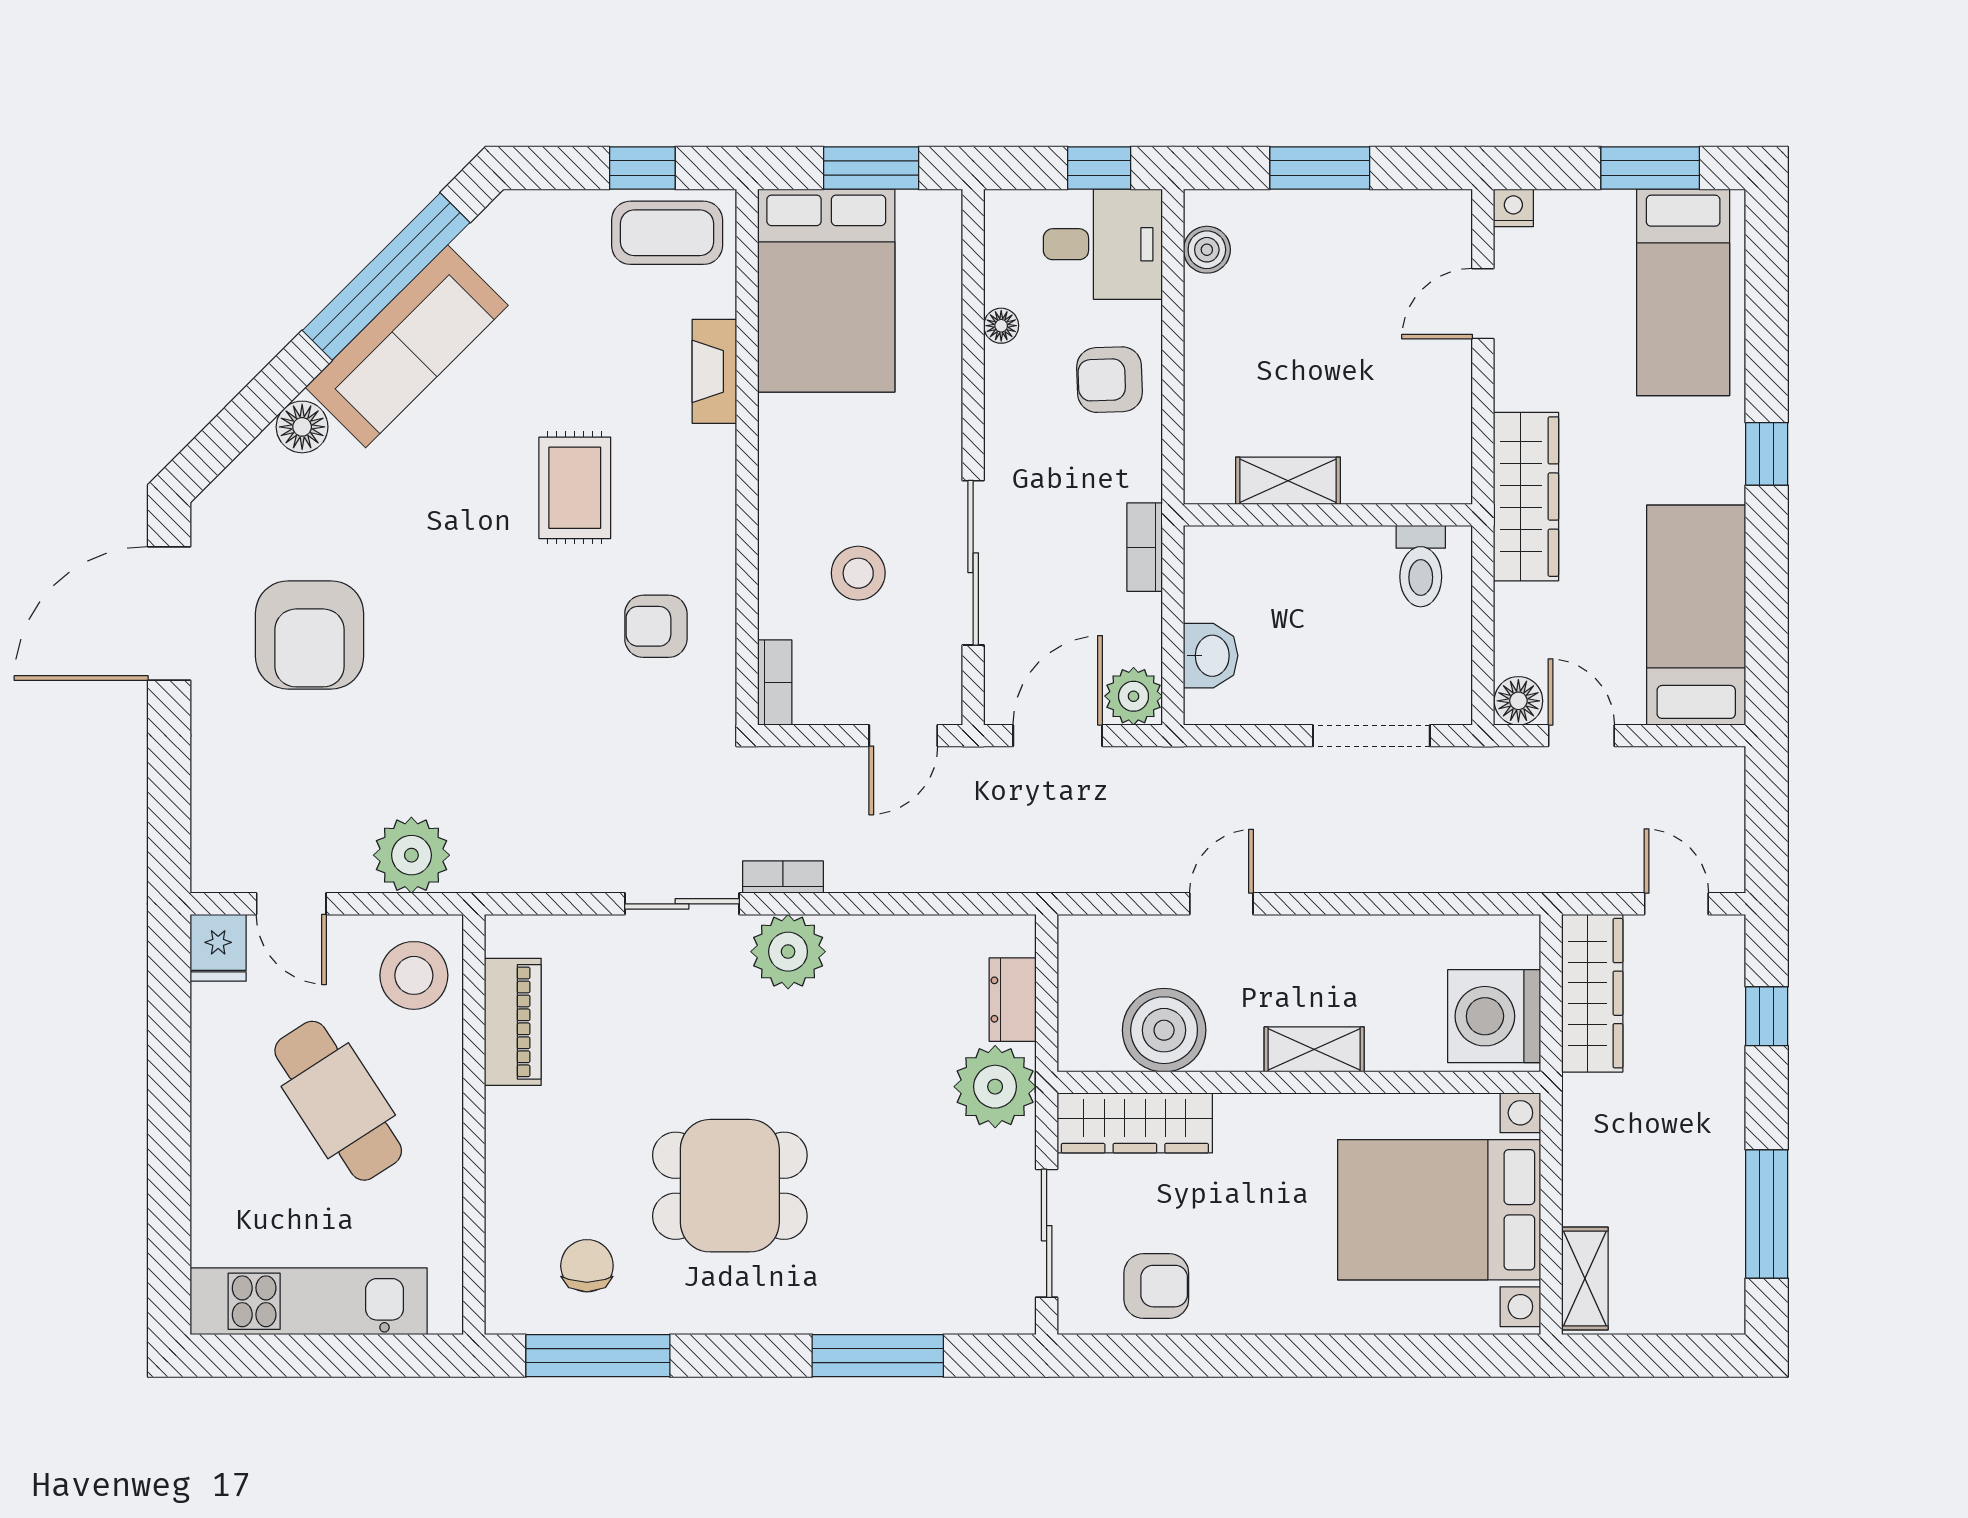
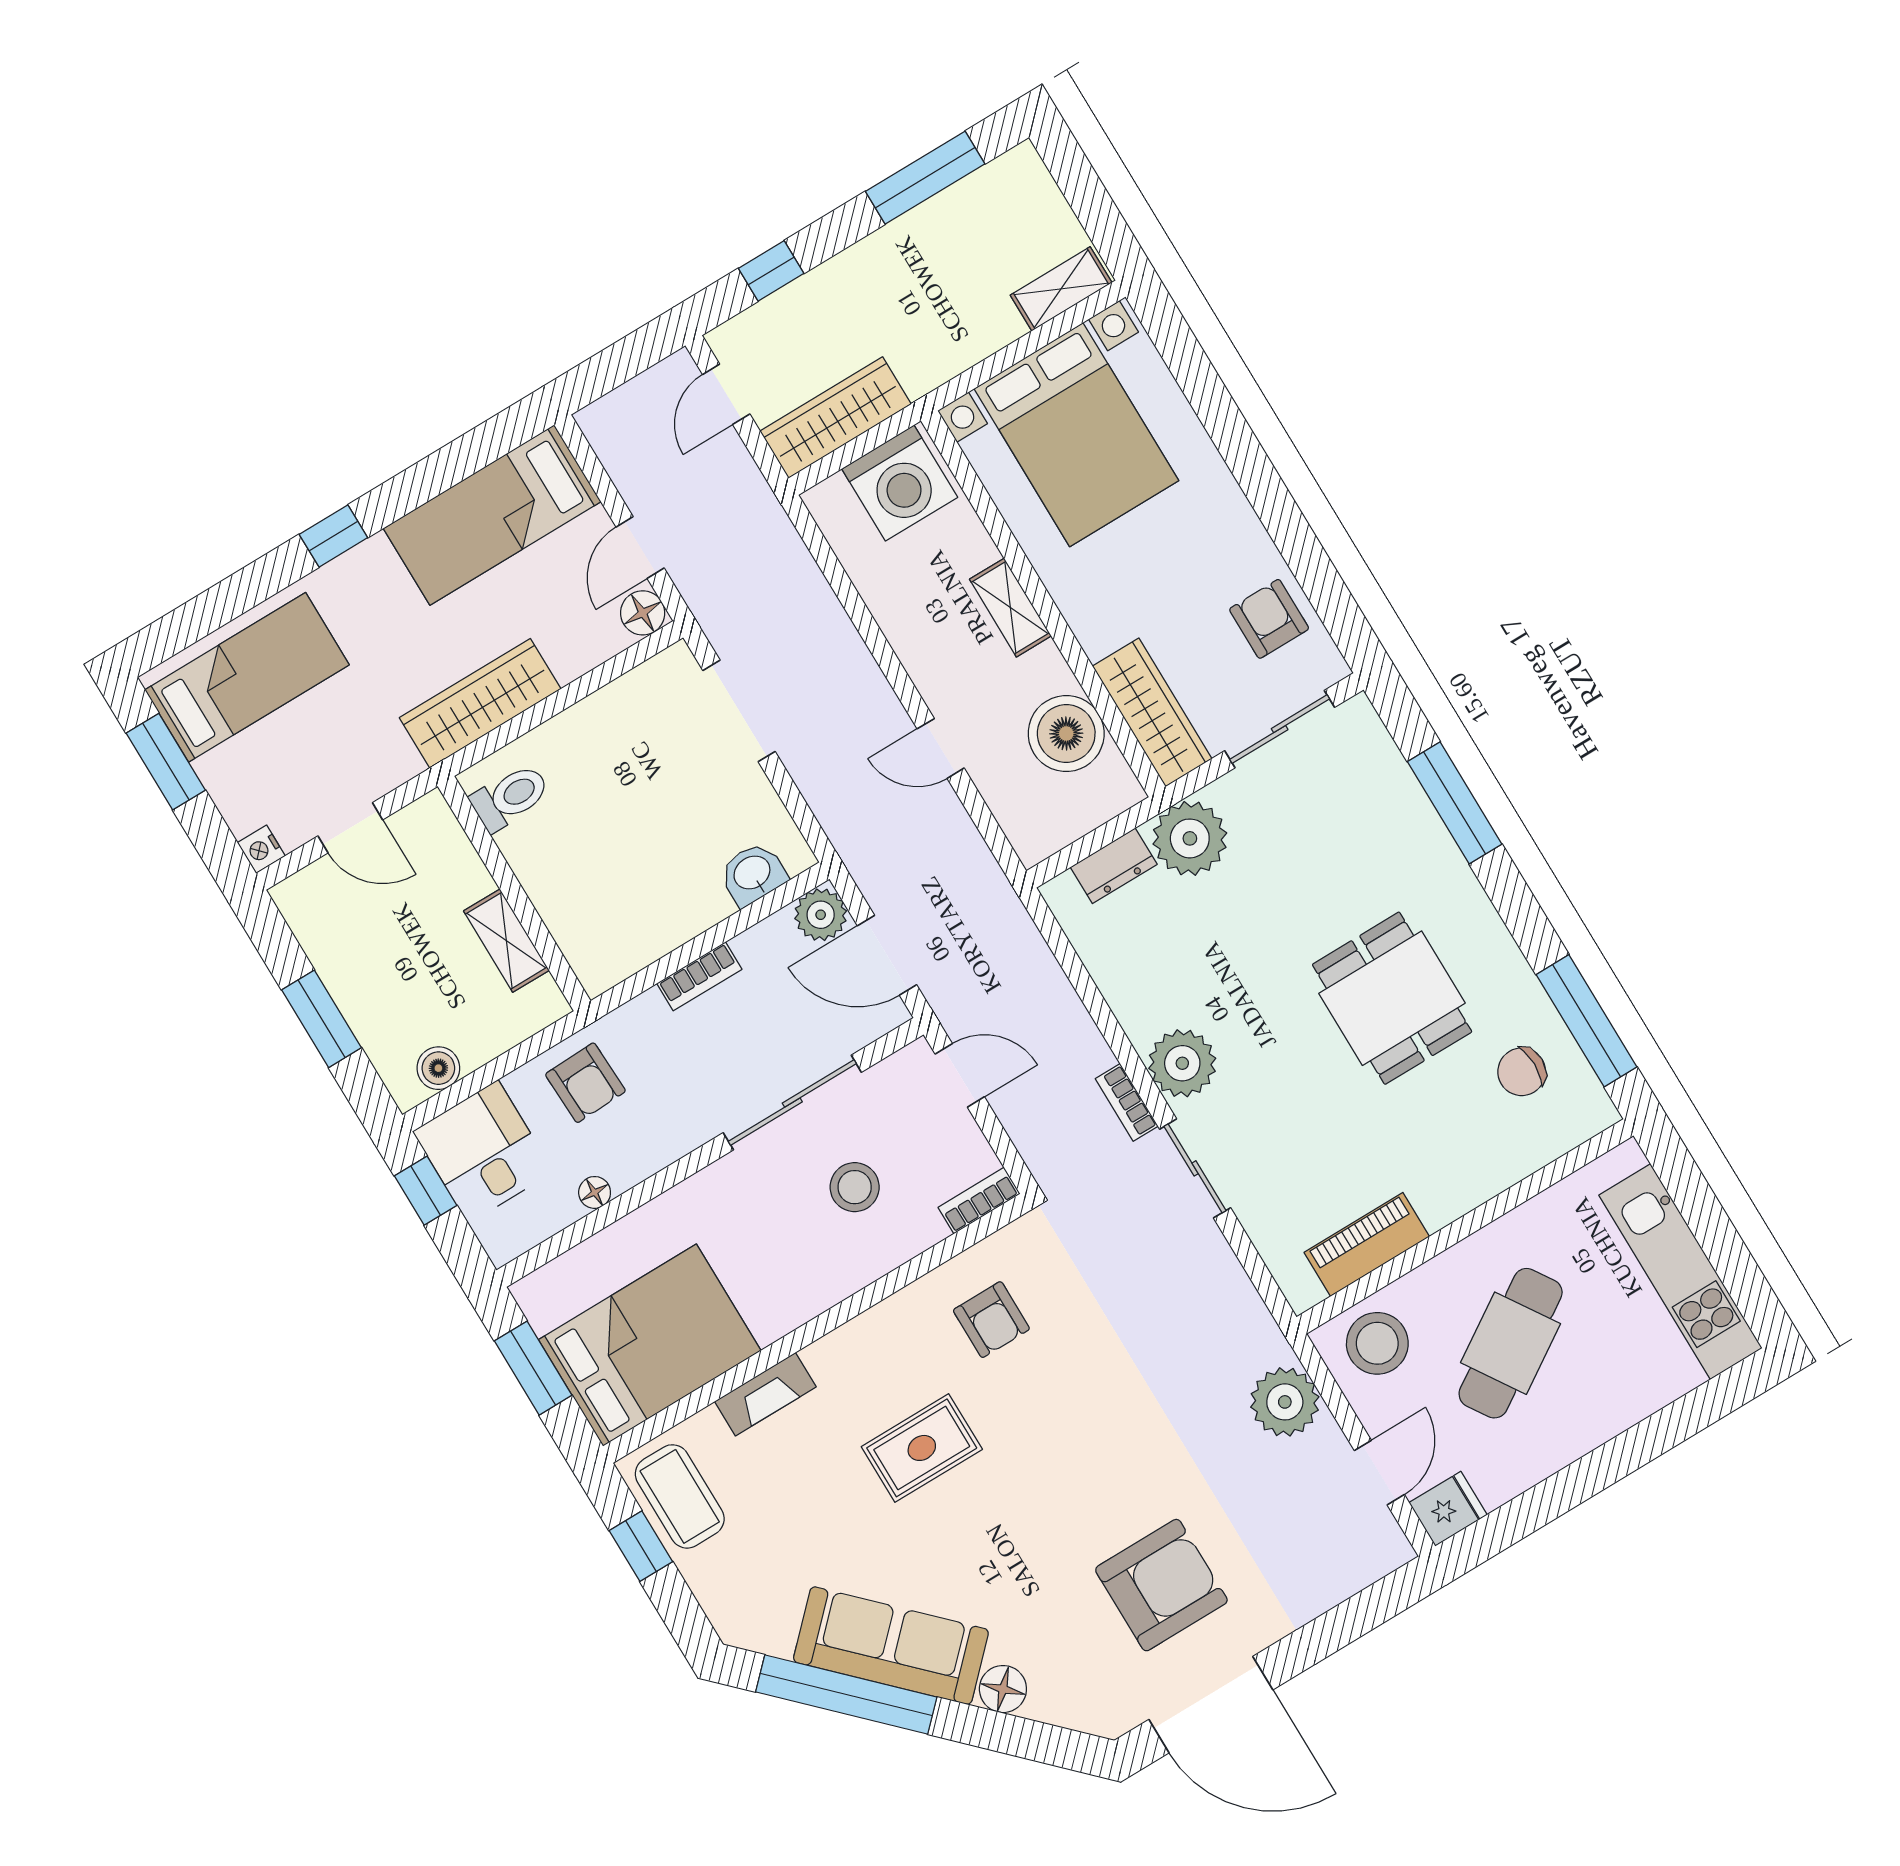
shelving: (1288, 481) -> (506, 941), moved
wall: (1328, 515) -> (514, 894), moved
toilet: (1421, 566) -> (510, 797), moved

